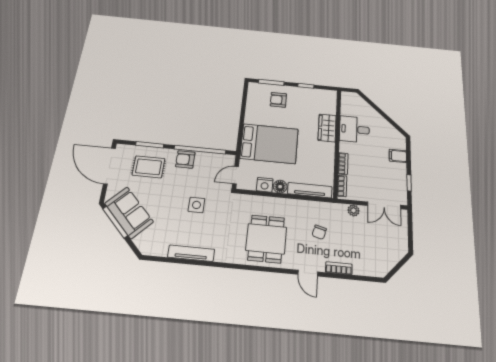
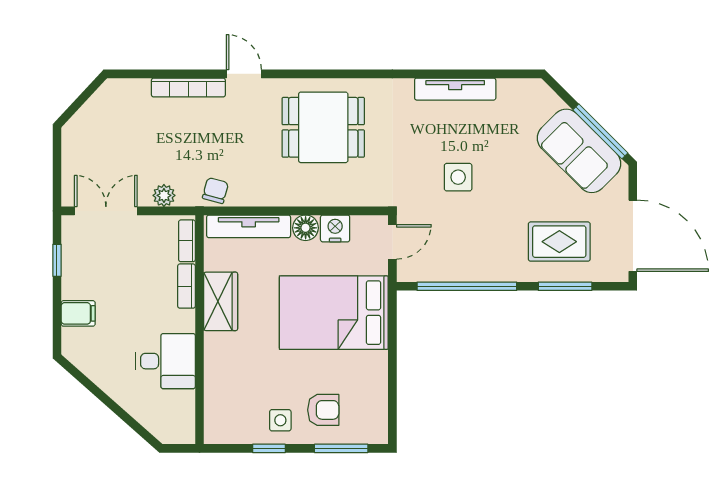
side table: (300, 97) -> (280, 420), added
wardrobe: (327, 128) -> (221, 301), moved
armchair: (185, 159) -> (492, 263), removed
chair: (319, 232) -> (215, 191), moved
dining table: (266, 239) -> (323, 127), turned 90
bookcase: (339, 268) -> (188, 88), width x1.56

